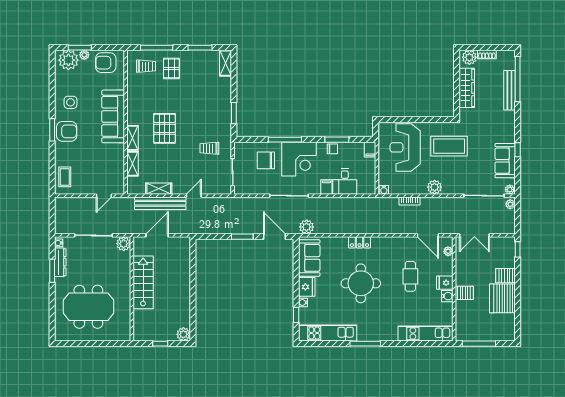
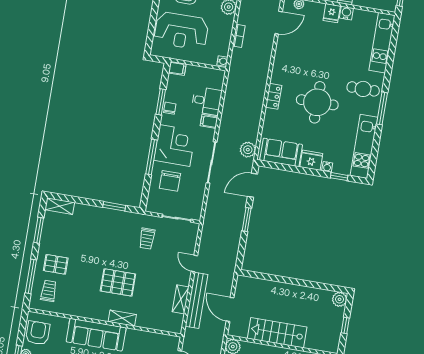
armchair: (106, 63) -> (38, 333), turned 180
shelving: (132, 164) -> (150, 323), removed
cafe table: (410, 276) -> (363, 89), moved

